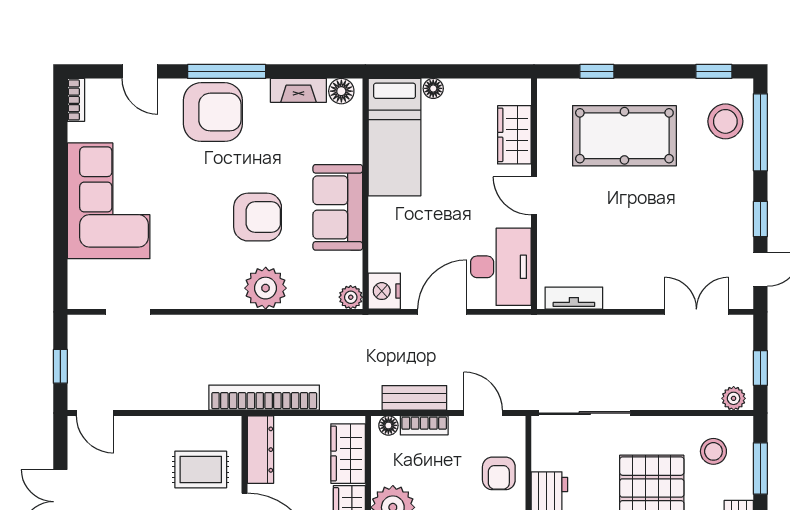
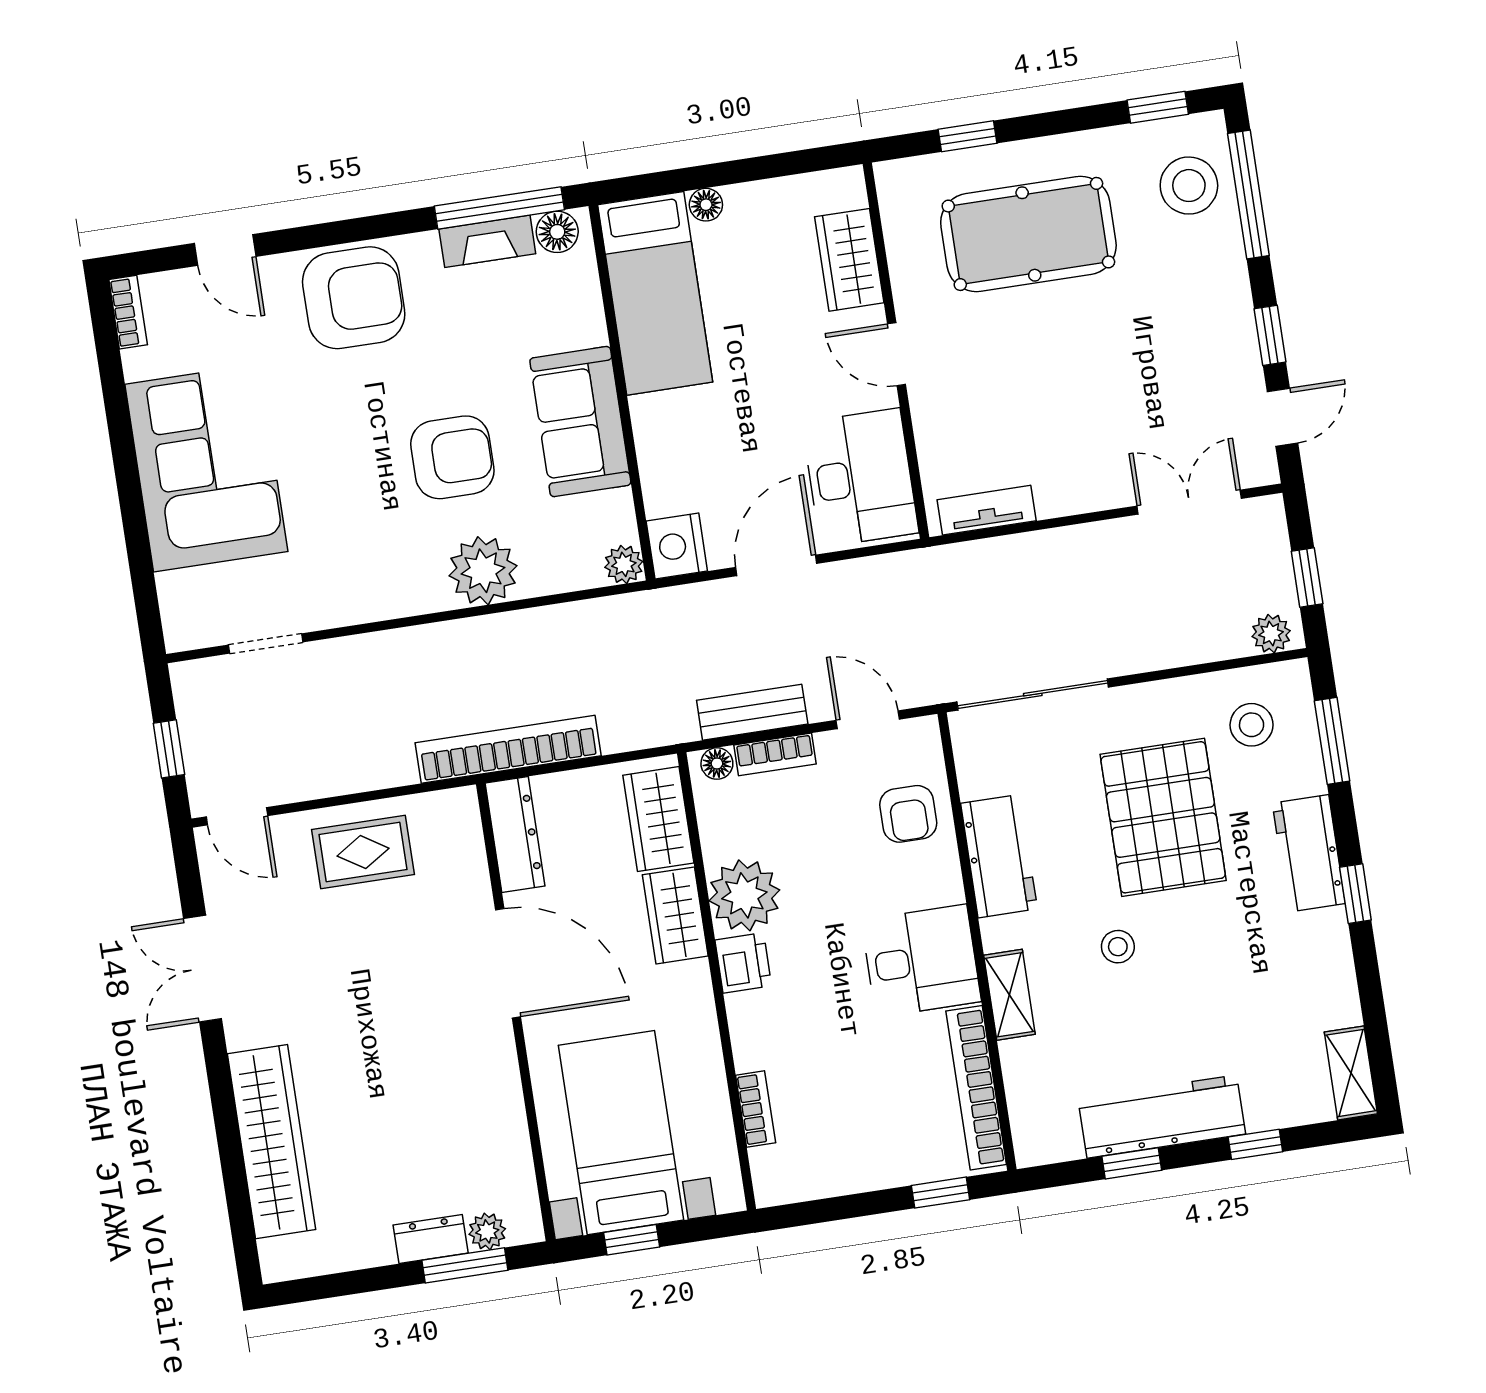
window: (227, 71) -> (499, 208), moved
rug: (201, 470) -> (363, 852), moved

